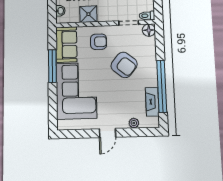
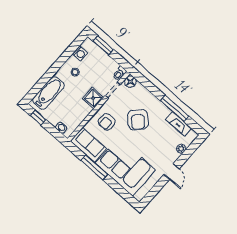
shower: (88, 14) -> (93, 98), moved
armchair: (99, 42) -> (107, 122), turned 180
armchair: (124, 65) -> (138, 120), turned 95
window: (162, 86) -> (175, 108), width x0.68

